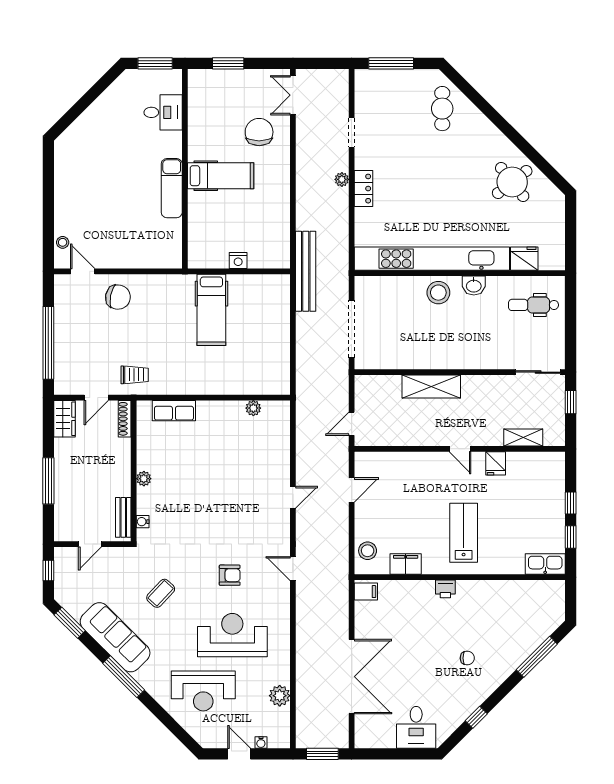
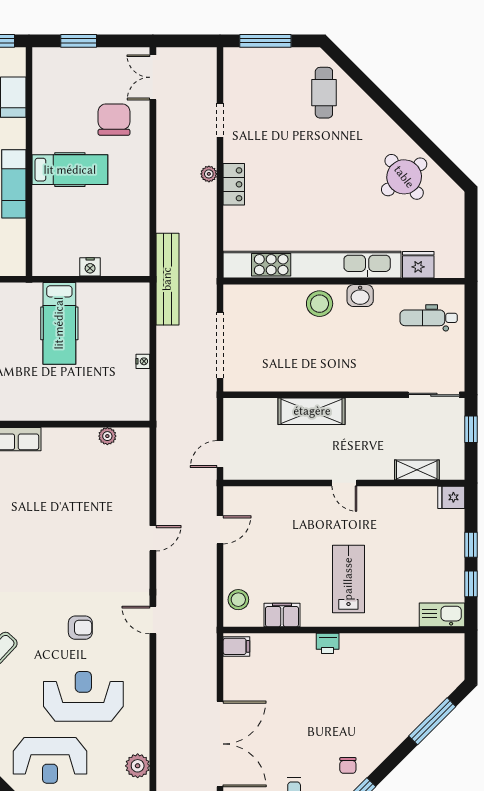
nightstand: (284, 343) -> (143, 361), added
fridge: (496, 463) -> (451, 497), moved, turned 90
chair: (467, 658) -> (348, 765), moved, turned 90

